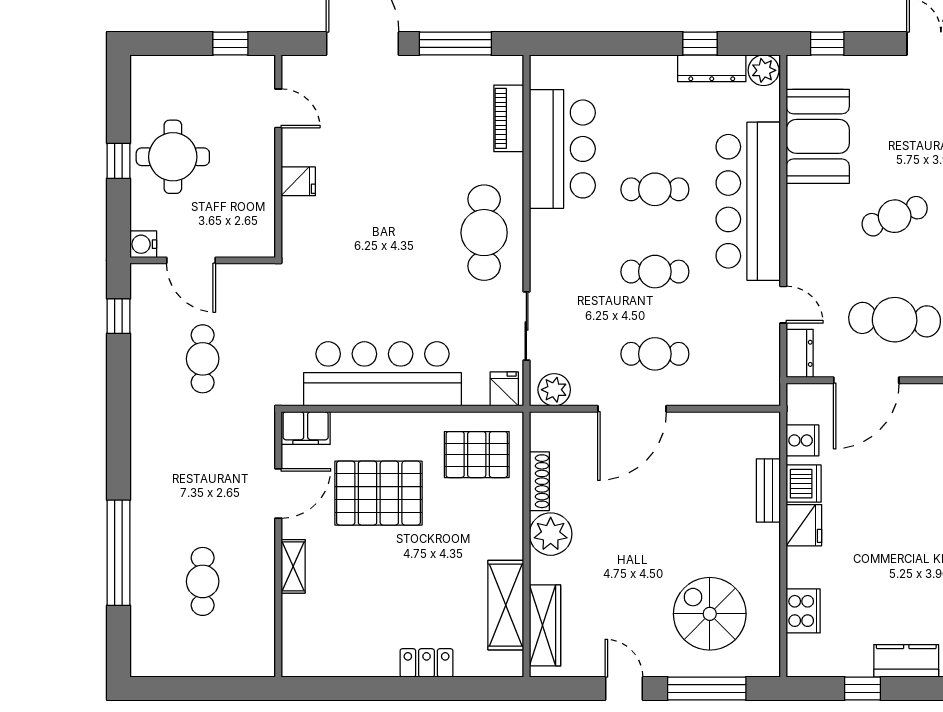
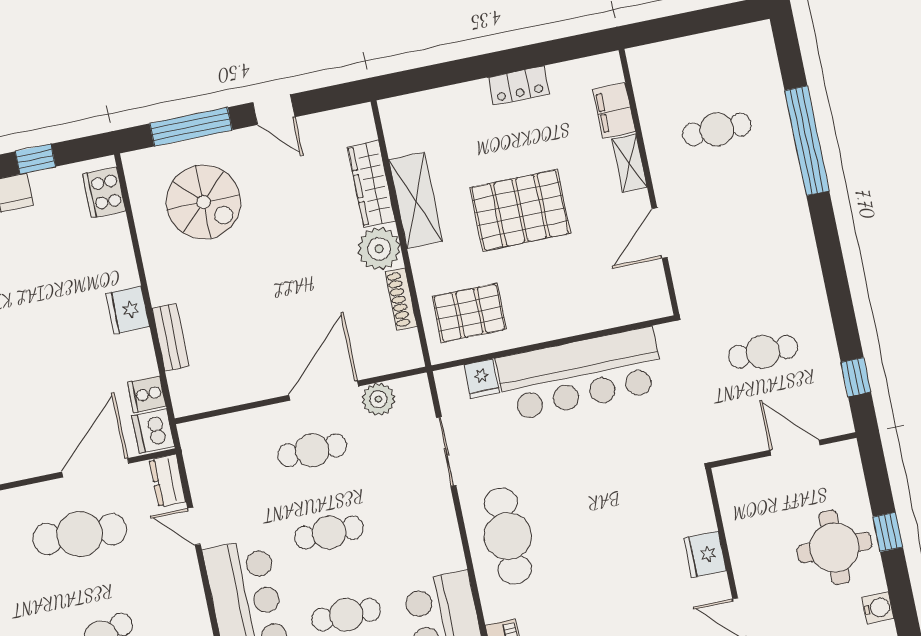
fridge: (298, 181) -> (705, 554), width x1.38
water cooler: (143, 244) -> (878, 608), moved
cafe table: (203, 359) -> (763, 352), turned 90
fridge: (504, 389) -> (482, 379), moved
plant: (554, 390) -> (378, 399), moved
filing cabinet: (306, 428) -> (614, 111), moved, turned -90
dishwasher: (804, 484) -> (153, 431), moved
pallet: (378, 493) -> (520, 210), moved
cafe table: (203, 581) -> (717, 129), turned 90
shelving: (506, 605) -> (416, 200), moved
cooker: (803, 611) -> (104, 192), moved
wardrobe: (545, 625) -> (371, 184), moved
locker: (427, 663) -> (519, 86), moved

